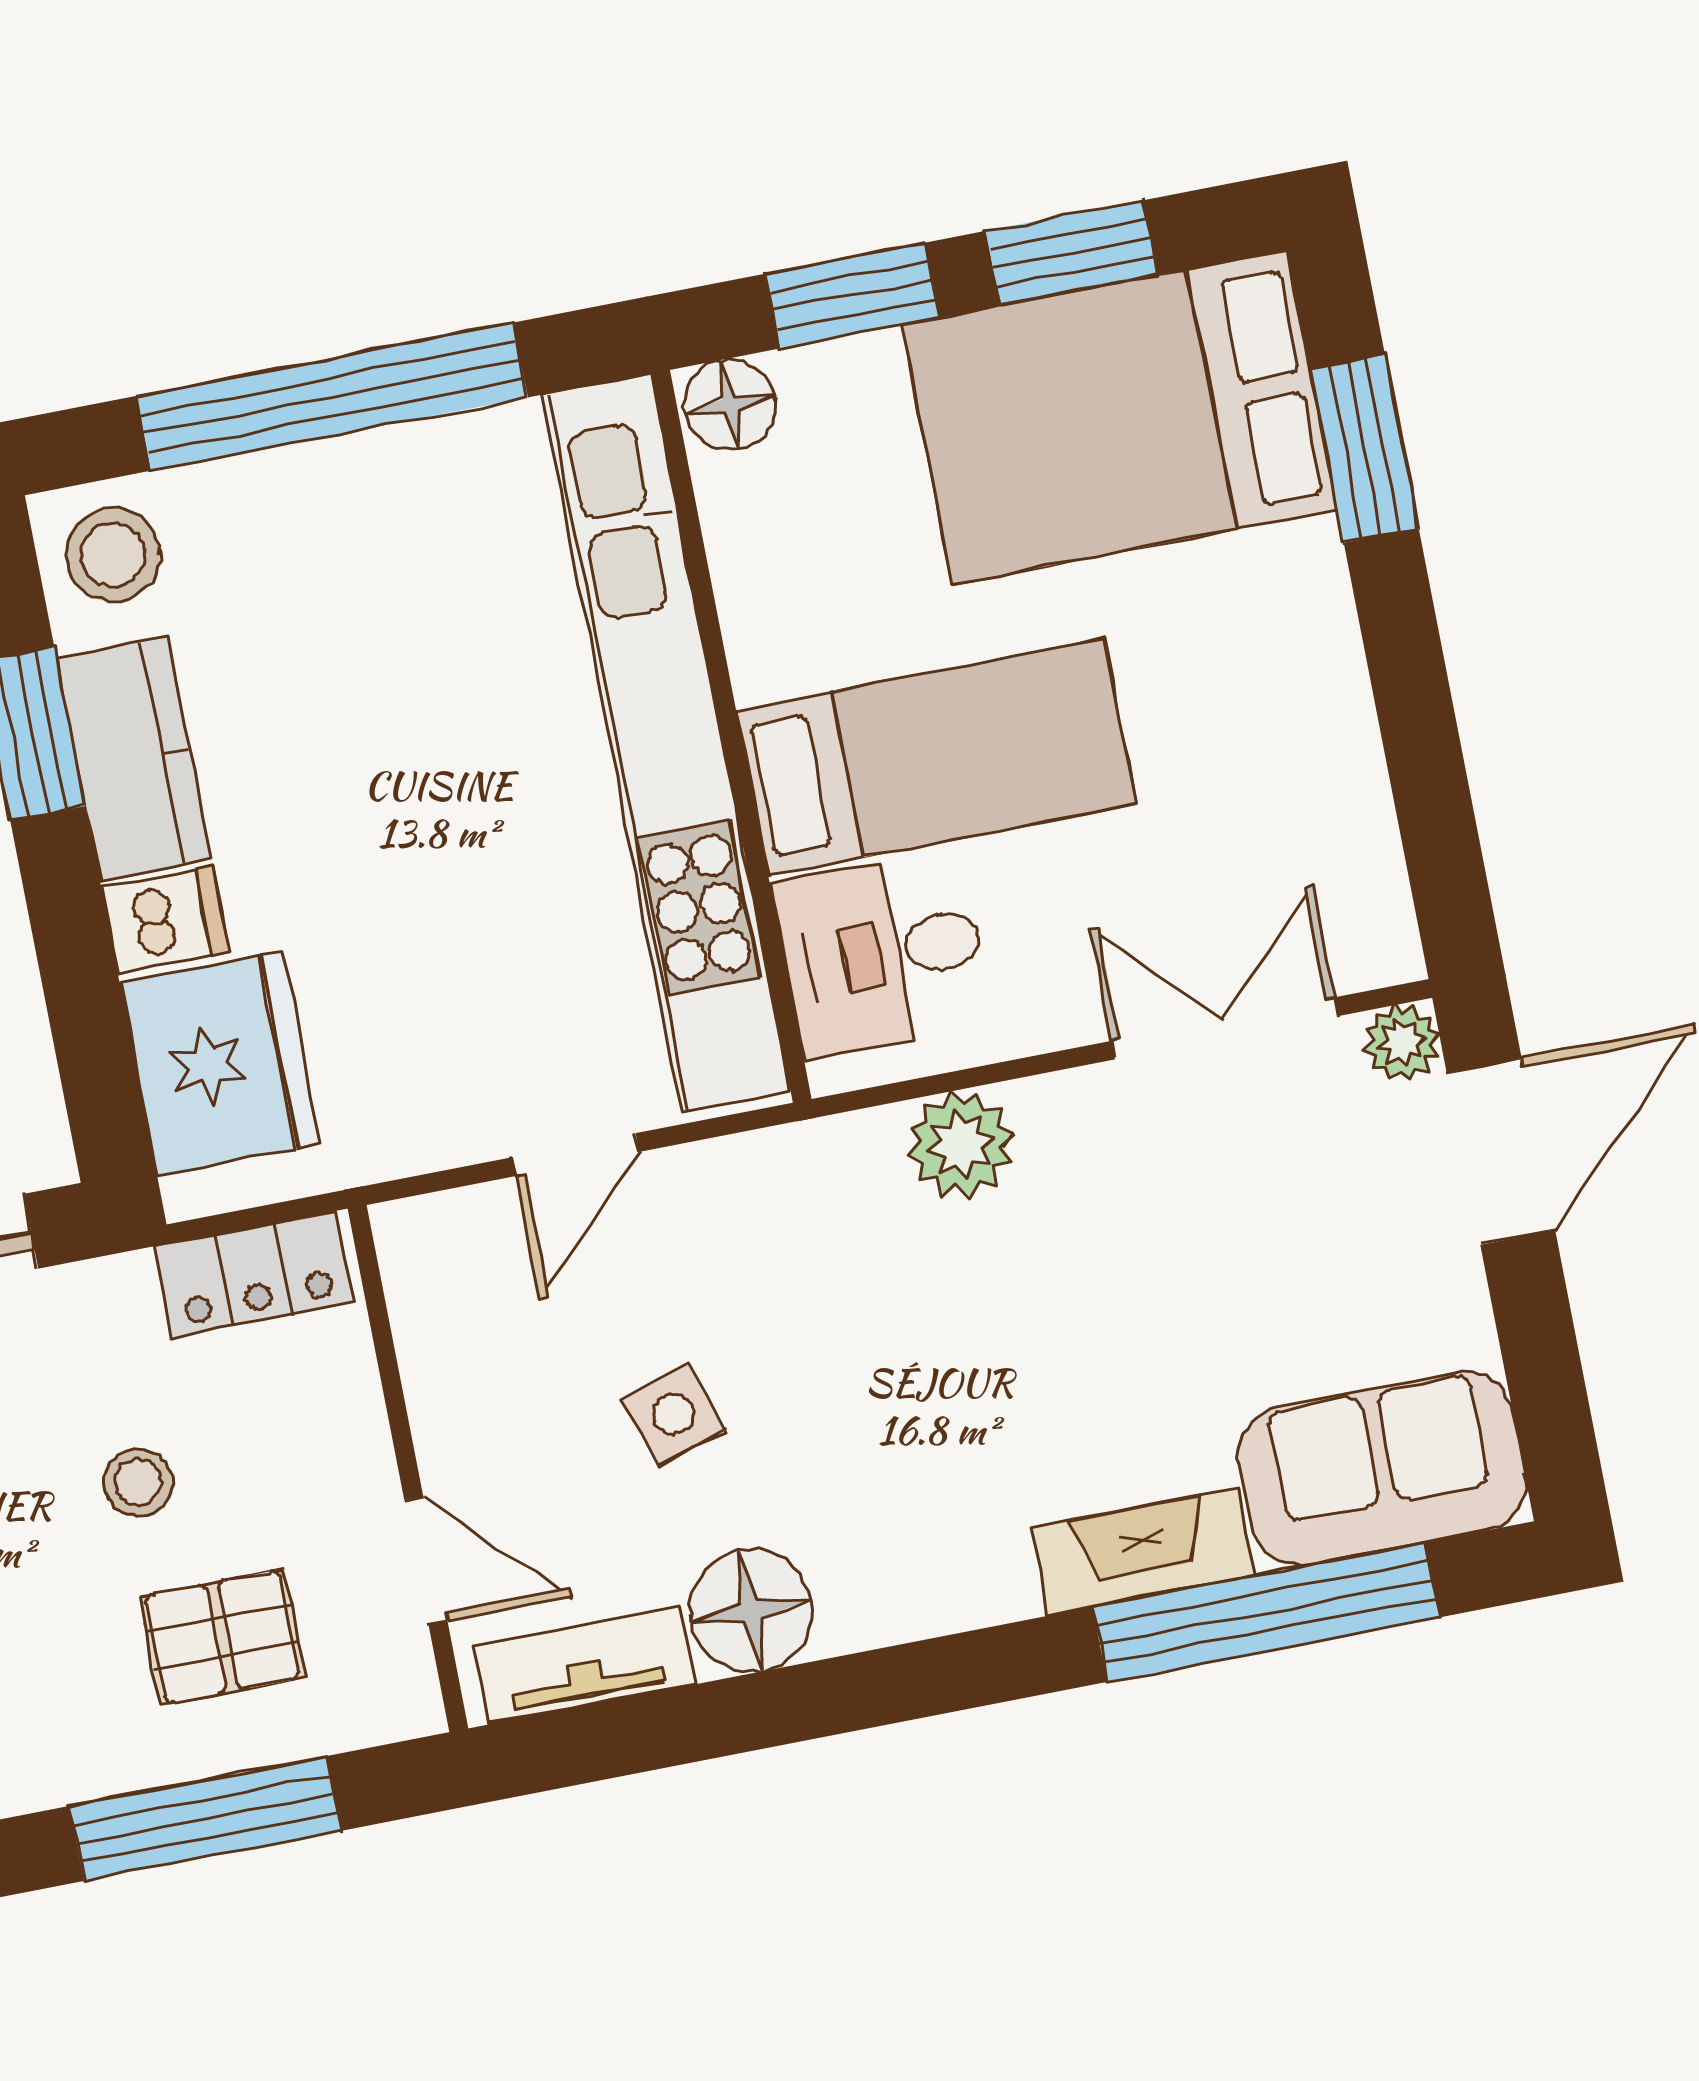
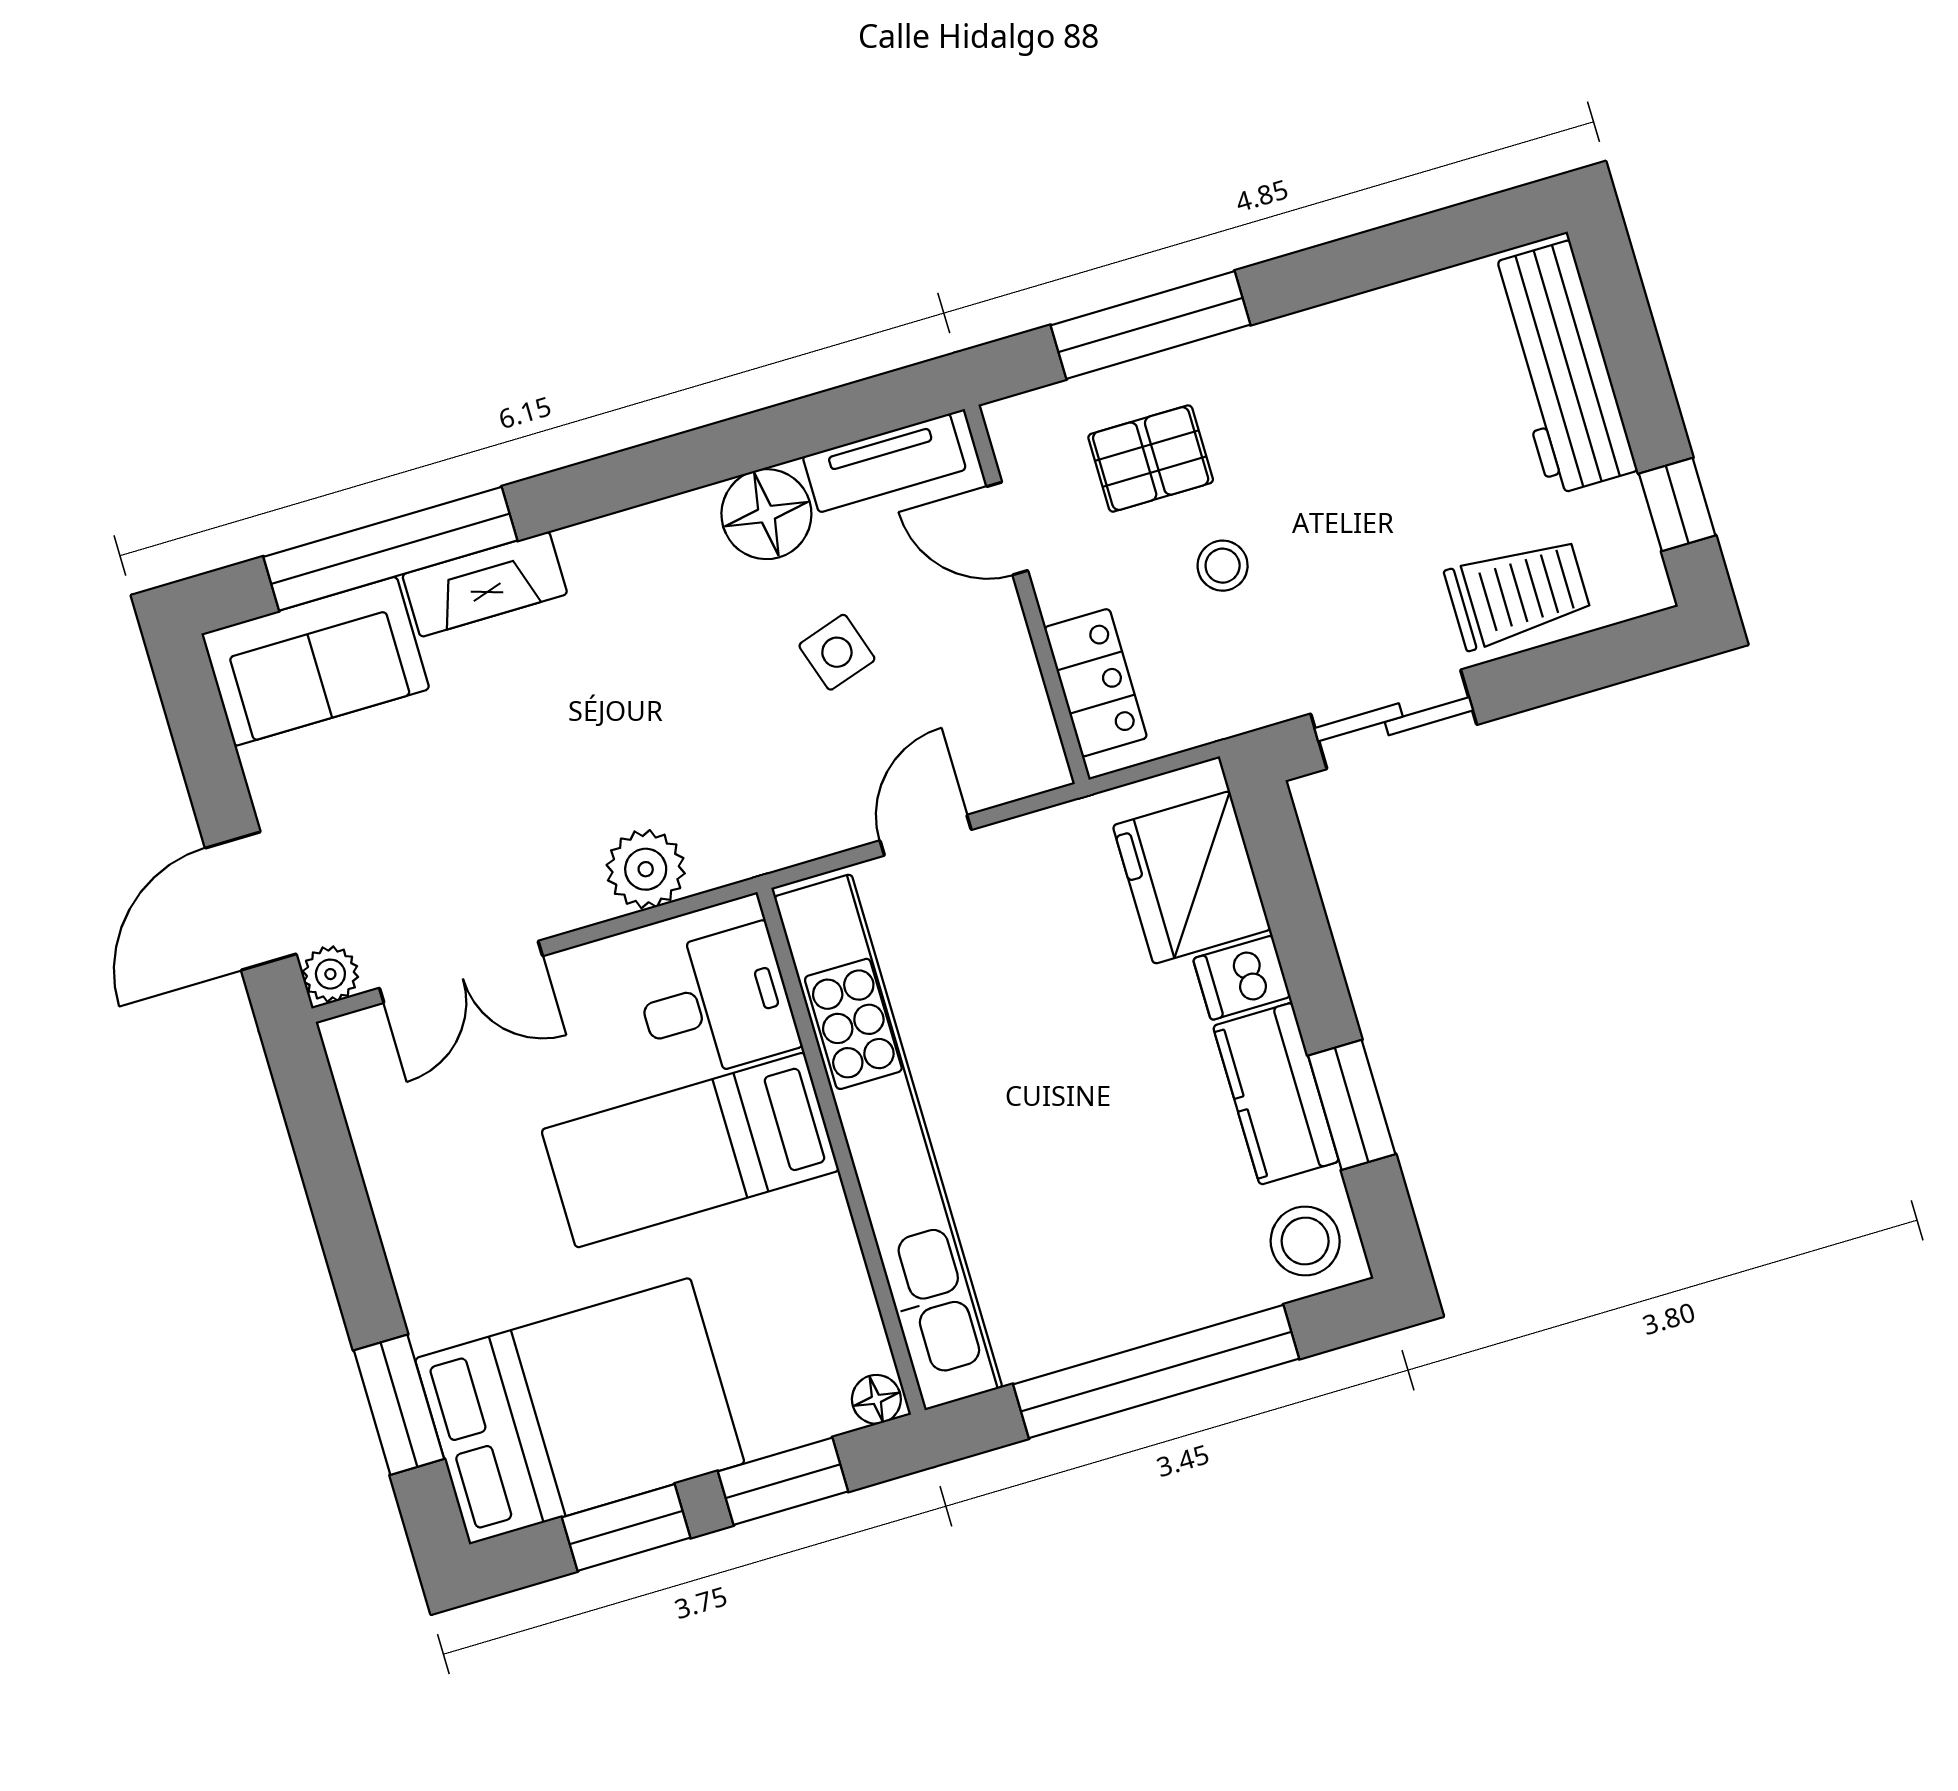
floor lamp: (730, 405) -> (876, 1399), width x0.73, depth x0.73
locker: (254, 1274) -> (1096, 683), moved, turned 90

